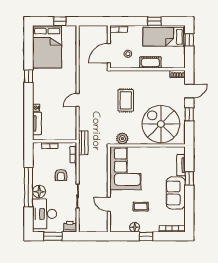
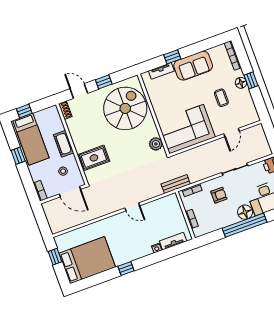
rug: (126, 100) -> (94, 158), moved
spiral stairs: (161, 124) -> (125, 108), turned 180
floor lamp: (135, 227) -> (241, 83), moved

